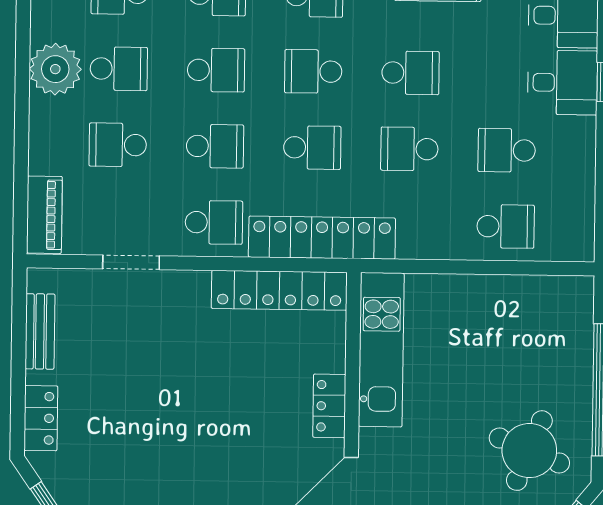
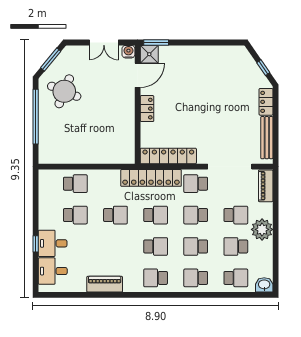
plant: (55, 69) -> (262, 229), moved
school desk: (410, 73) -> (115, 246), removed
school desk: (312, 148) -> (156, 215), turned 180
school desk: (506, 226) -> (75, 184), turned 180
doorway: (131, 262) -> (230, 167), width x1.88
bench: (40, 331) -> (267, 138), width x1.36
kitchen unit: (381, 350) -> (126, 132), removed

